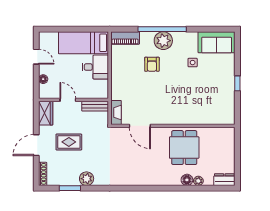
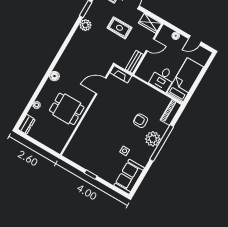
rug: (69, 142) -> (119, 28), turned 90
floor lamp: (187, 180) -> (54, 76), moved

